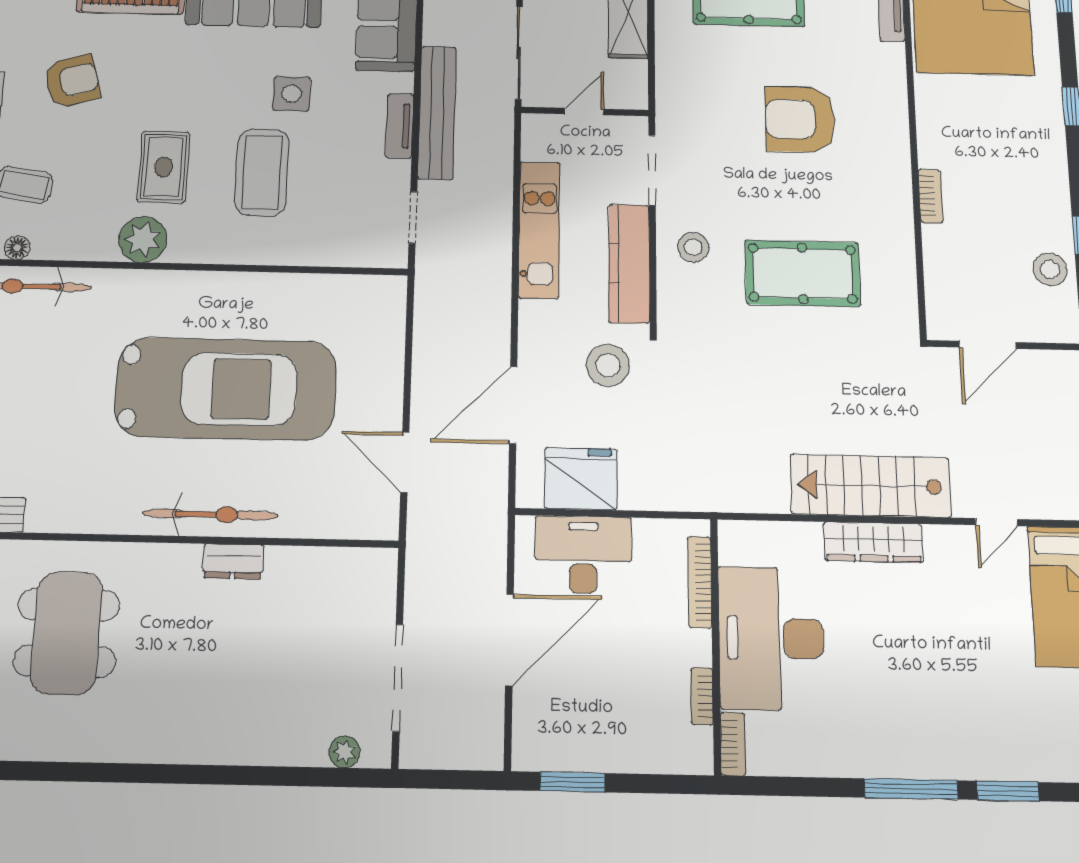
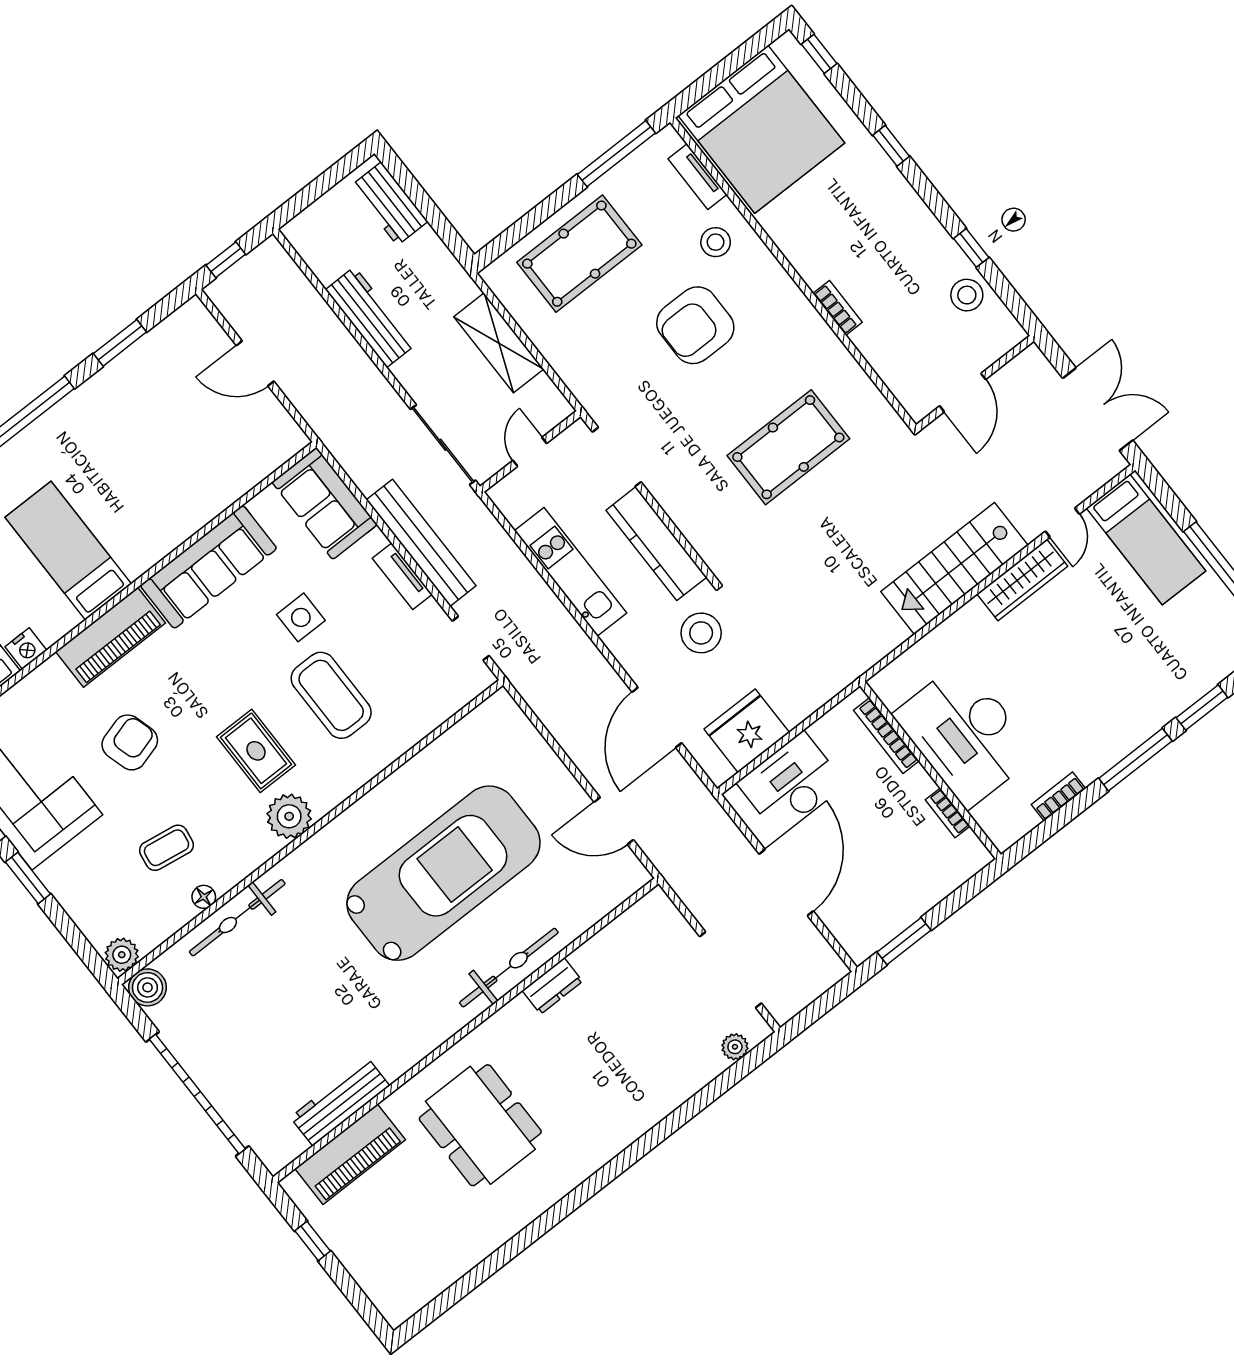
stool: (693, 247) -> (716, 242), moved
wardrobe: (873, 542) -> (1022, 580), moved
bookcase: (733, 744) -> (1058, 797), moved, turned -90

